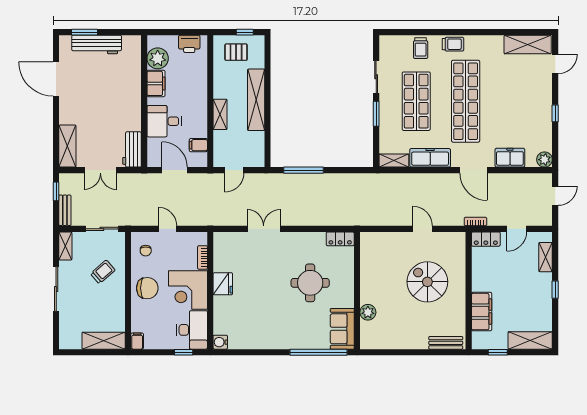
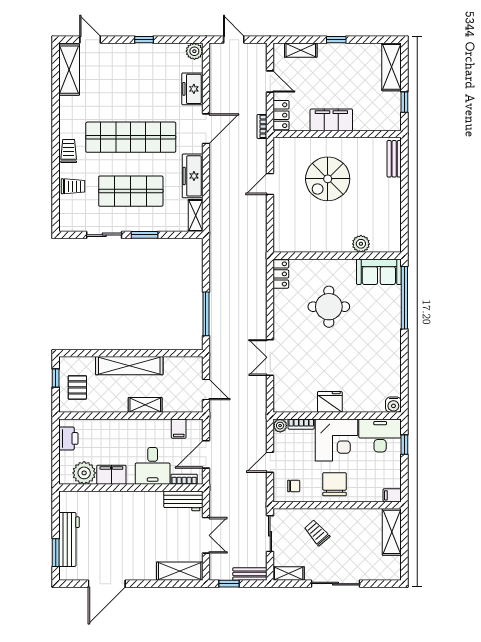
bookcase: (152, 150) -> (184, 479), added
plant: (201, 238) -> (280, 426), added
filing cabinet: (482, 312) -> (331, 120), moved

